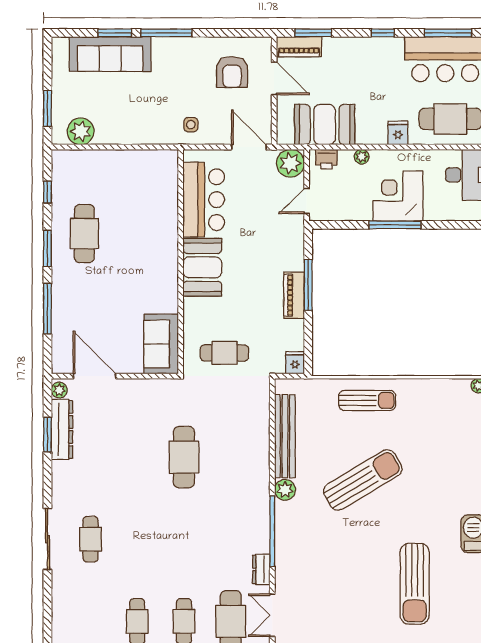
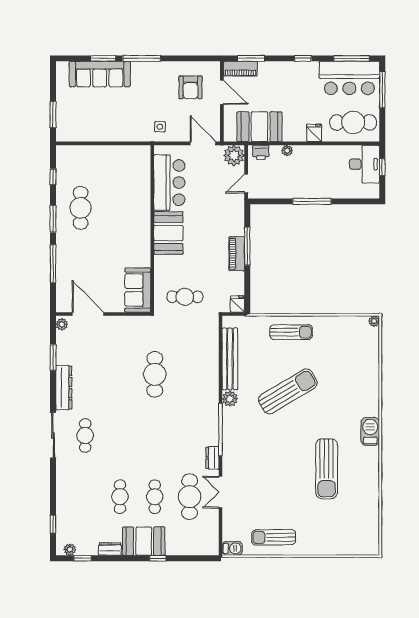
plant: (81, 131) -> (78, 132), removed
corner desk: (398, 196) -> (314, 180), removed
dresser: (62, 429) -> (64, 388), moved

